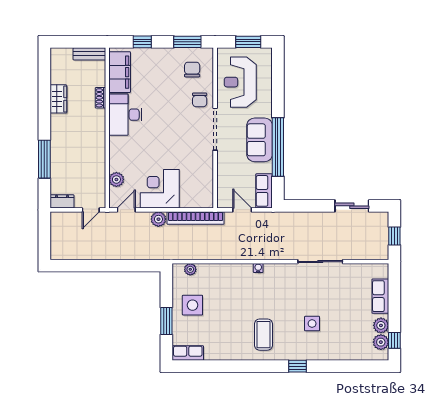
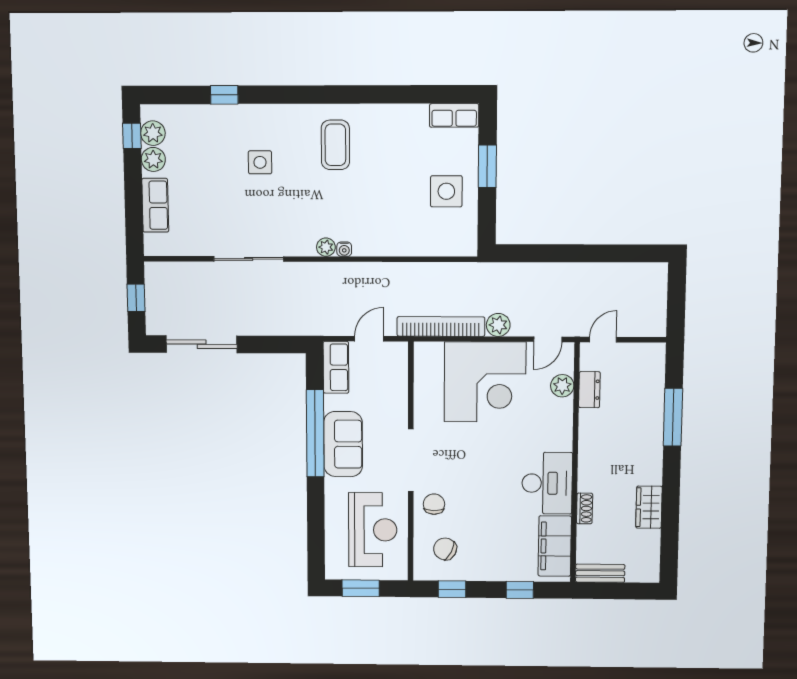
window: (187, 42) -> (452, 589), width x0.67
chair: (192, 70) -> (445, 549), turned 117
corner desk: (160, 189) -> (485, 382), width x1.36, depth x1.36
dresser: (62, 201) -> (589, 390), moved, turned -90
sliding door: (352, 206) -> (202, 344), width x1.37
door: (242, 210) -> (369, 339), swing flipped
plant: (190, 269) -> (326, 247), moved
window: (298, 366) -> (224, 95), moved

